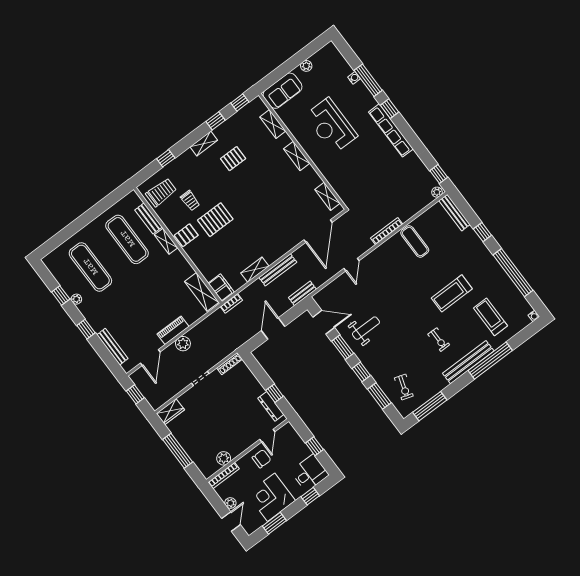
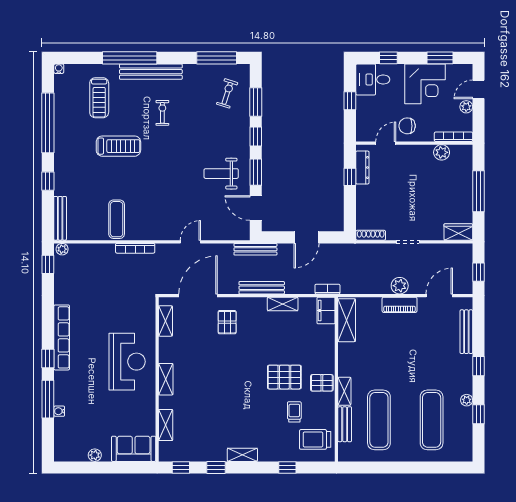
reception desk: (331, 126) -> (127, 362), moved
pallet: (233, 159) -> (227, 322), moved, turned 90
bench: (302, 293) -> (255, 249), width x1.36

